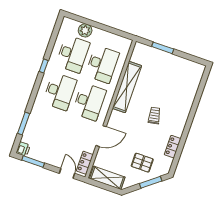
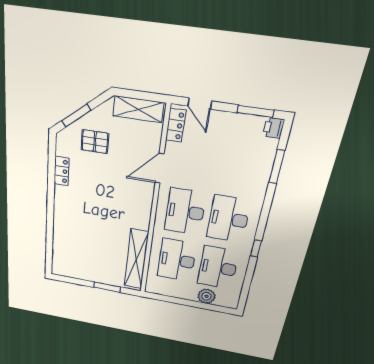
shelving: (127, 87) -> (136, 259), moved
trolley: (154, 116) -> (96, 207), removed

